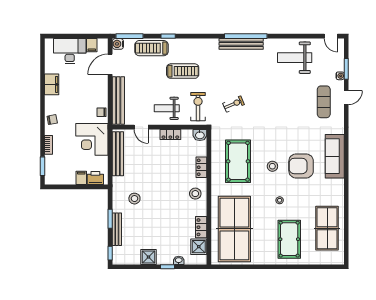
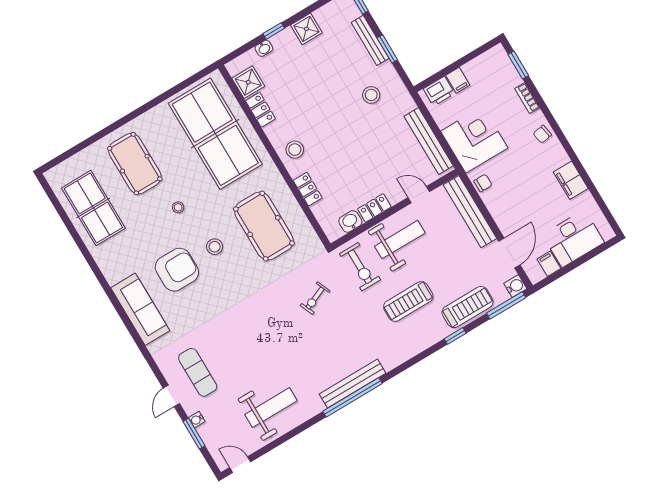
weight bench: (167, 108) -> (400, 240), width x1.36, depth x1.33
washbasin: (200, 135) -> (350, 221), moved

